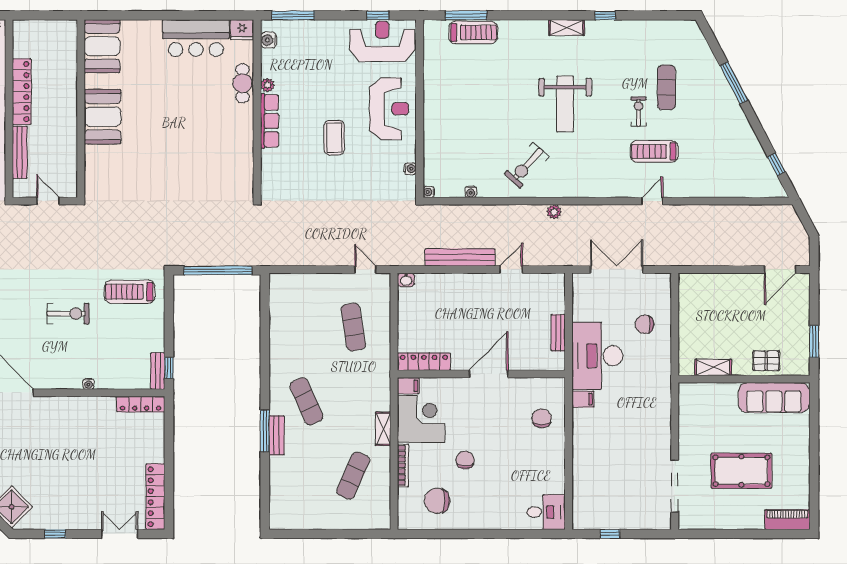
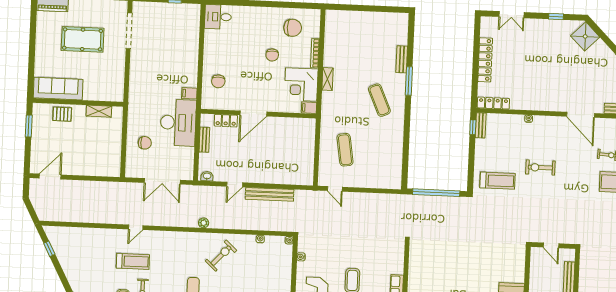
washbasin: (406, 280) -> (207, 176), moved
locker: (424, 362) -> (226, 121), moved, width x0.66
bench: (277, 435) -> (402, 59), moved
exercise mat: (353, 476) -> (349, 48), removed
locker: (155, 497) -> (485, 60), moved

